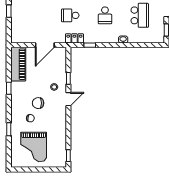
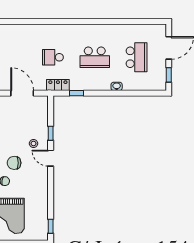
school desk: (105, 15) -> (95, 57), width x1.85
door: (45, 45) -> (22, 93), swing flipped
door: (68, 99) -> (51, 158), swing flipped

